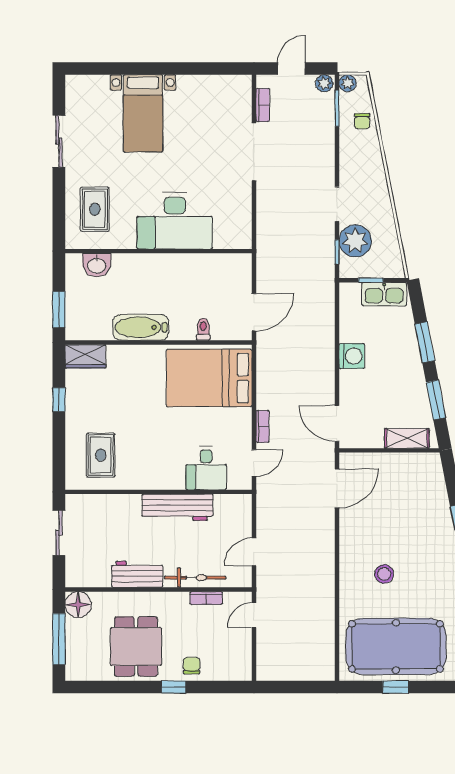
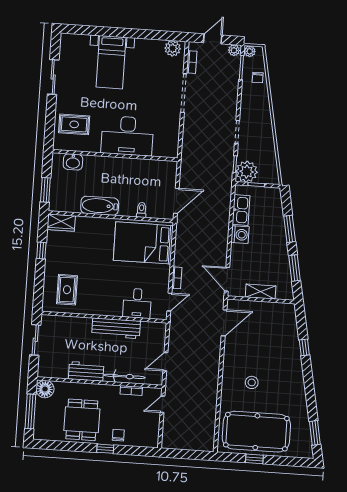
plant: (233, 87) -> (173, 48), added
rug: (95, 209) -> (74, 124), turned 90
plant: (355, 241) -> (247, 172), moved
kitchen sink: (384, 294) -> (241, 210), moved, turned -90
shelving: (407, 438) -> (261, 292), moved

